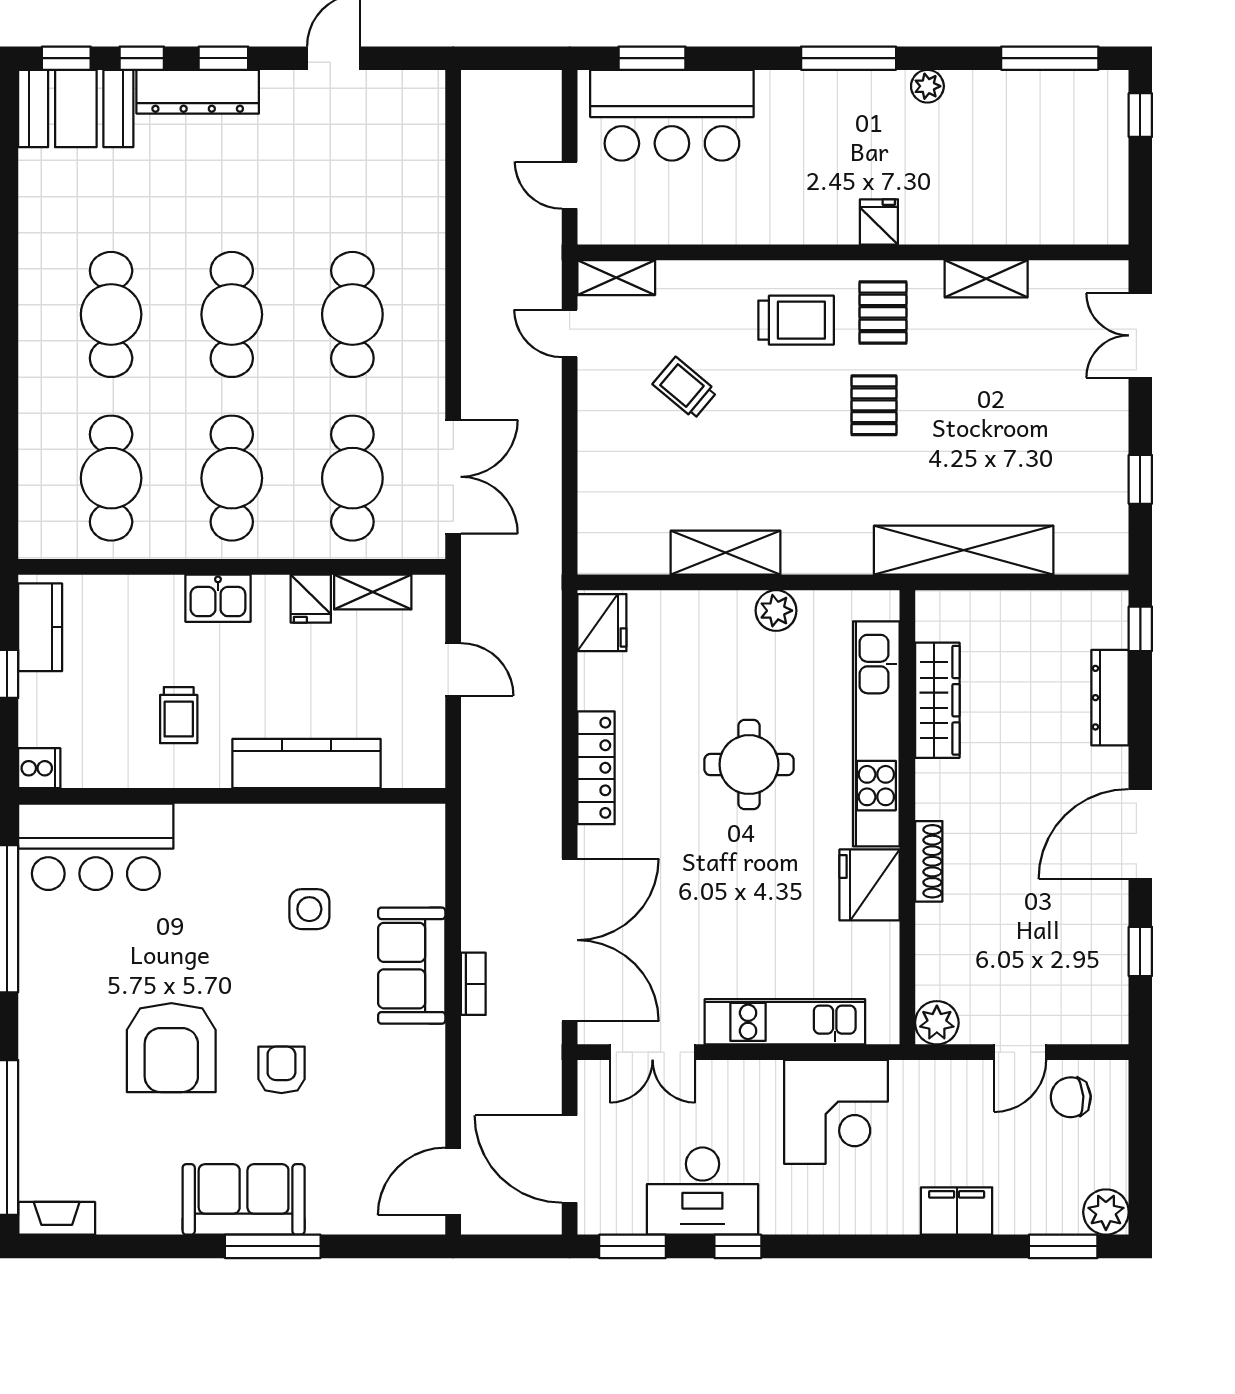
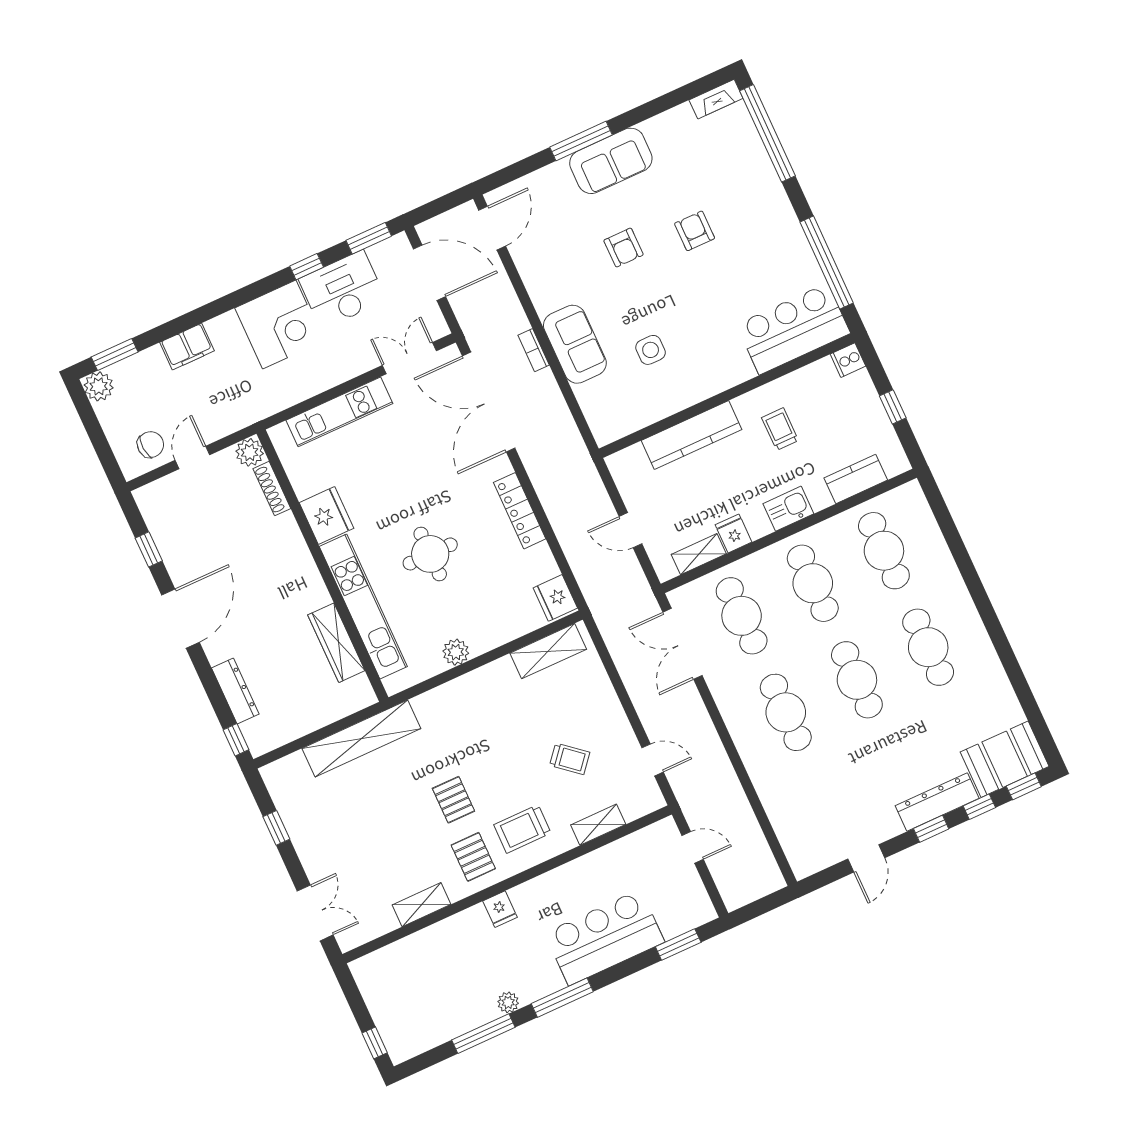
window: (1050, 58) -> (483, 1034), moved
bar counter: (672, 115) -> (605, 938), moved
shelving: (616, 278) -> (598, 825), moved
shelving: (726, 553) -> (548, 651), moved
kitchen counter: (40, 627) -> (856, 479), moved, turned 90
shoe rack: (929, 861) -> (272, 489), moved
armchair: (171, 1048) -> (695, 231), width x0.53, depth x0.53
corner desk: (836, 1112) -> (279, 324), moved, turned 180

